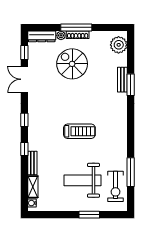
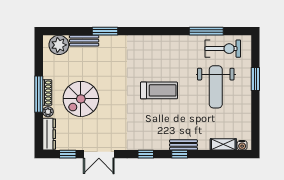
bench: (122, 80) -> (84, 41), moved
treadmill: (79, 131) -> (159, 90), turned 90
bench: (32, 163) -> (183, 145), moved

